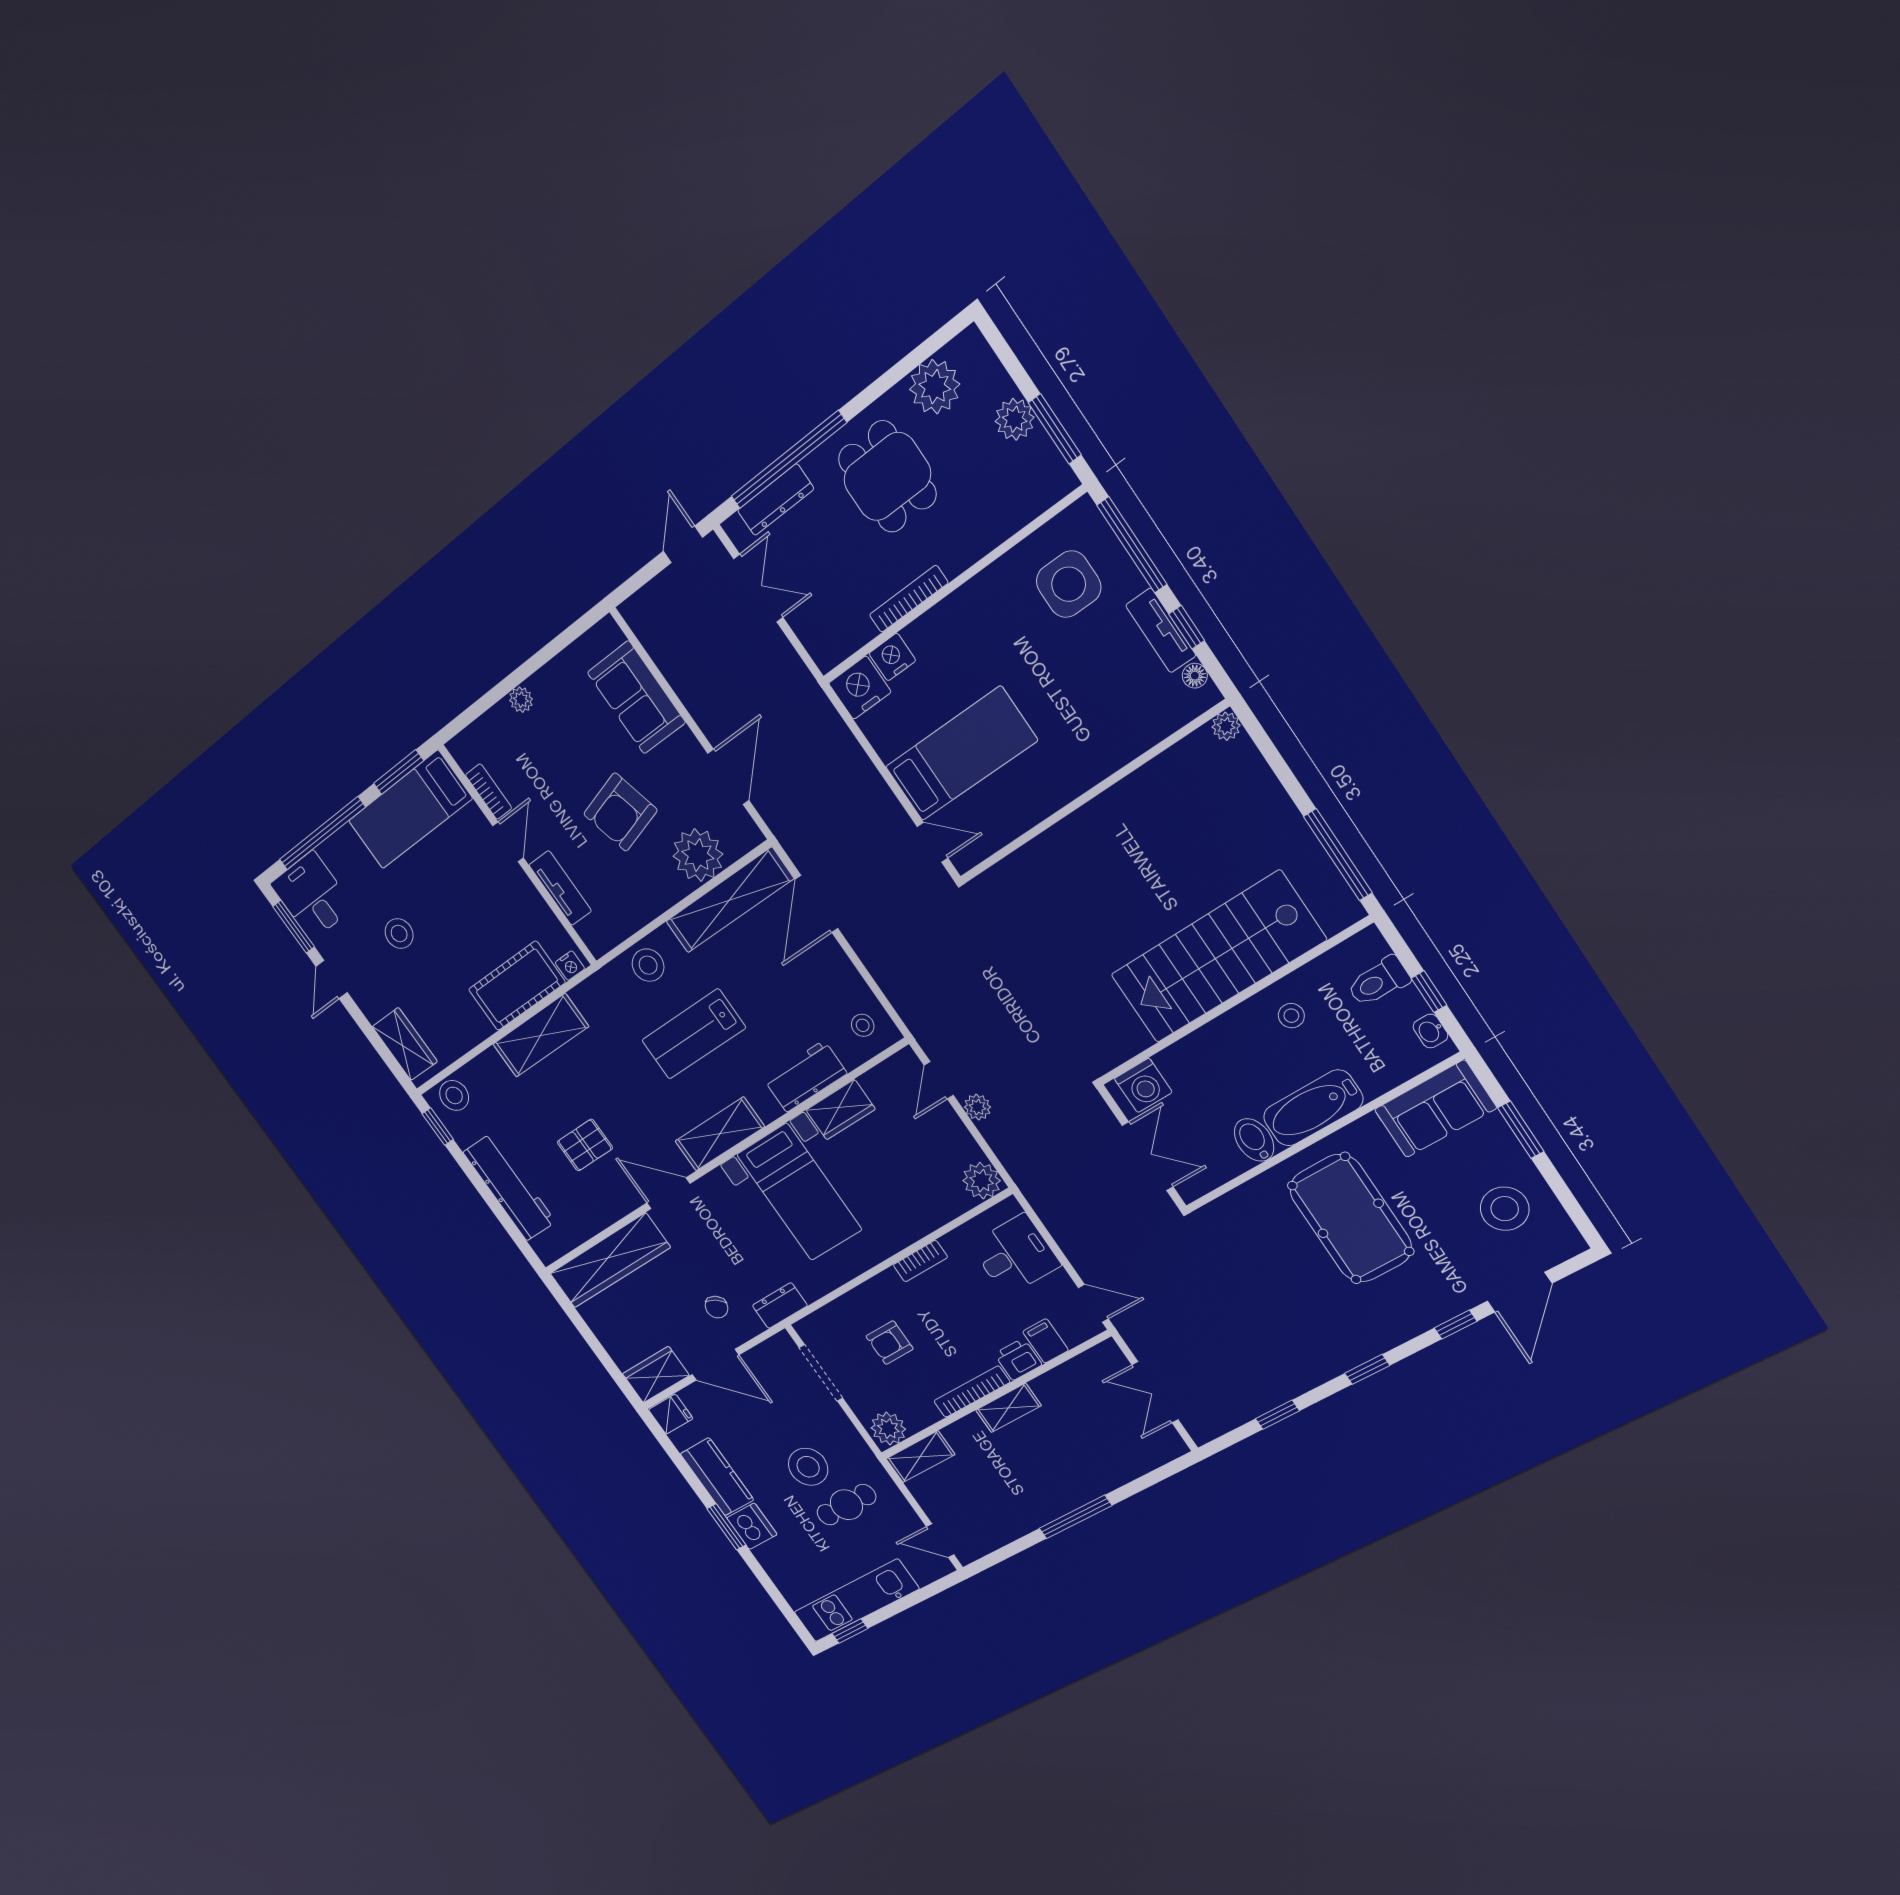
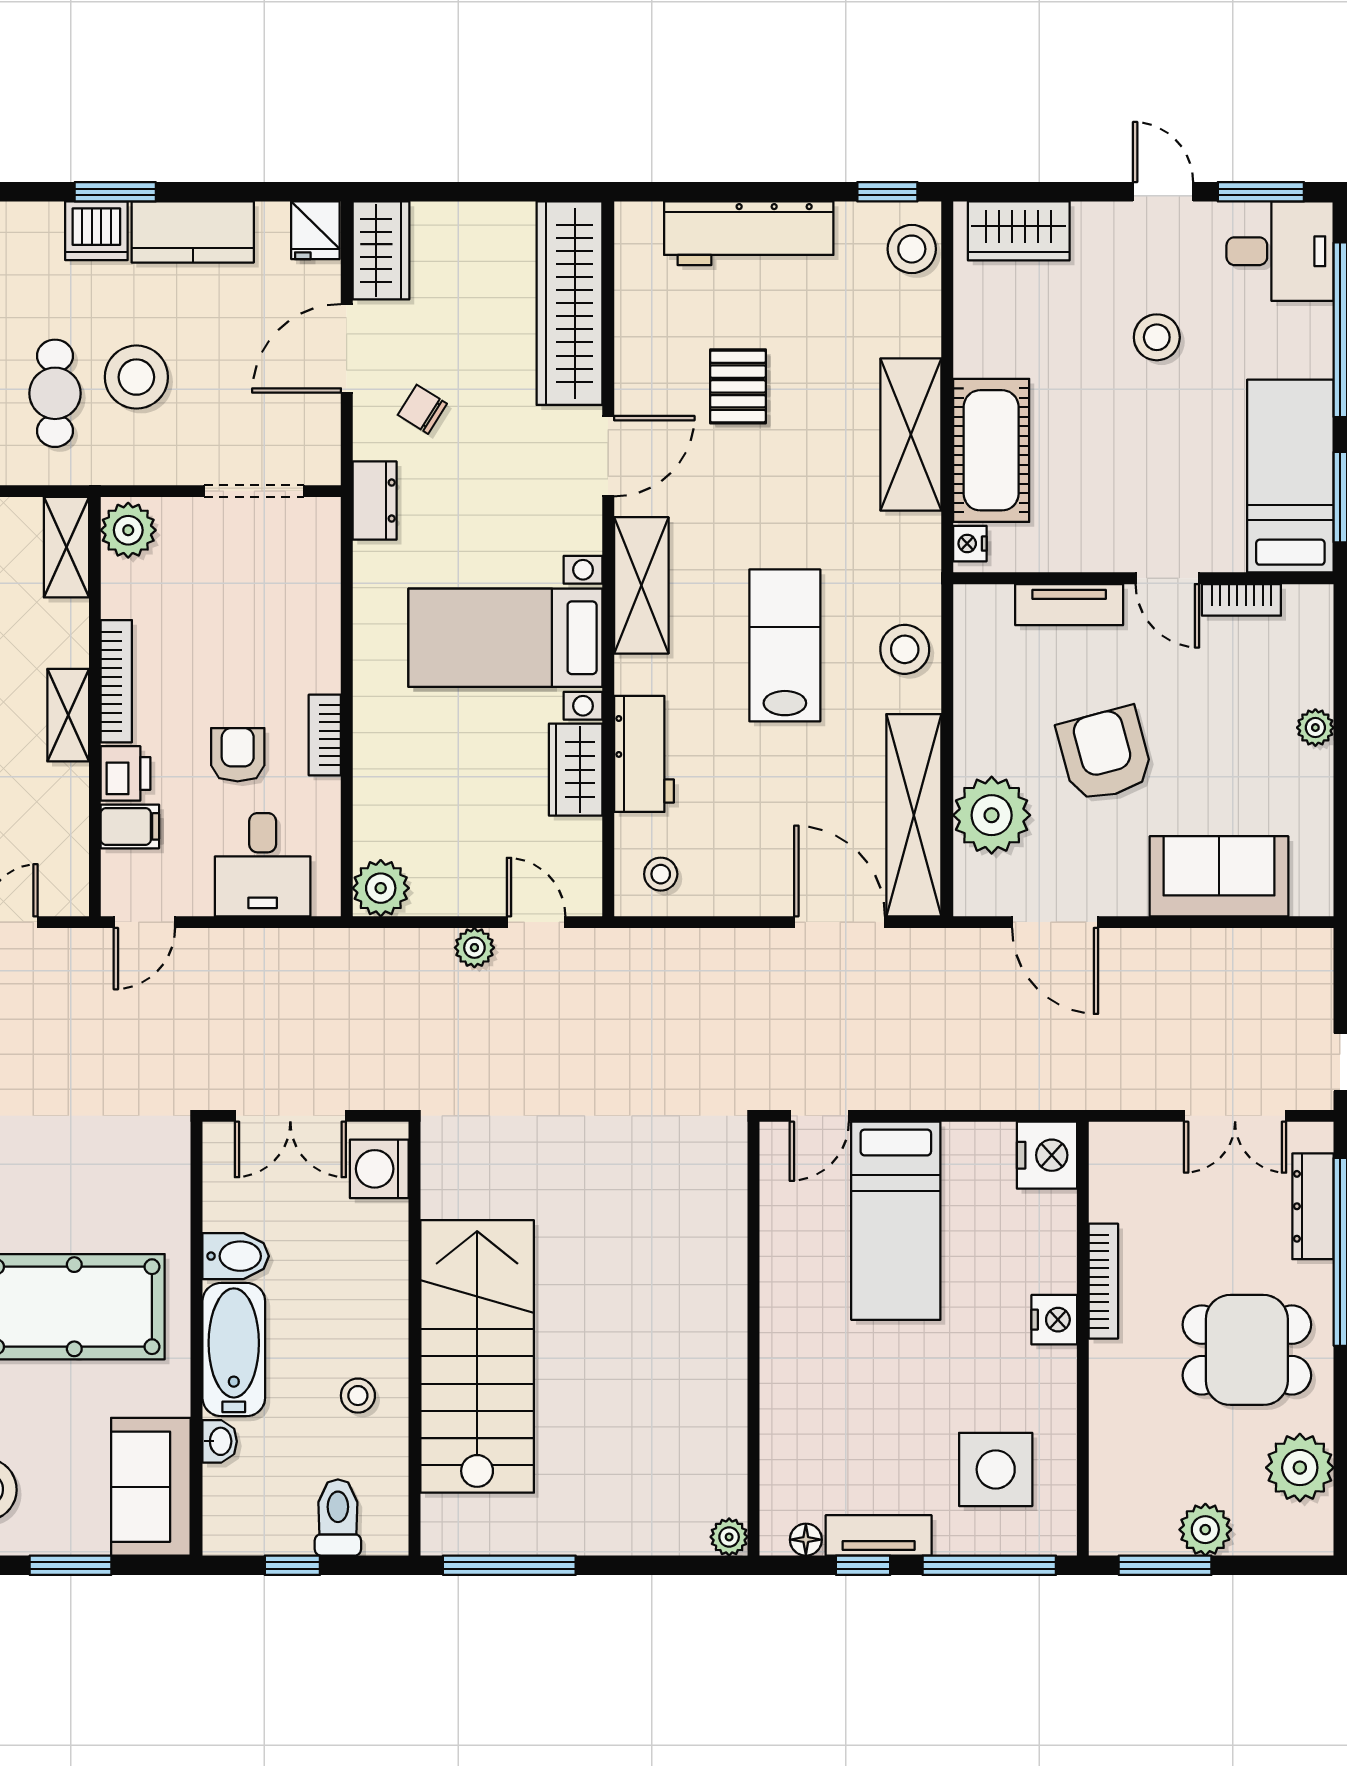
nightstand: (892, 657) -> (1054, 1320), moved
washbasin: (1430, 1031) -> (220, 1441), moved, turned 90
armchair: (890, 1343) -> (238, 755), moved

